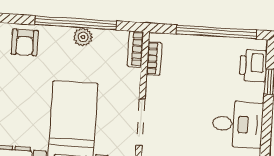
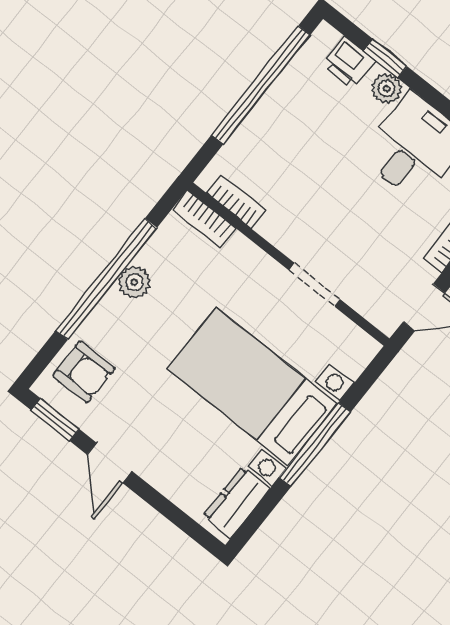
printer: (253, 66) -> (349, 63), width x0.73, depth x0.81
plant: (256, 92) -> (386, 89), added
doorway: (141, 122) -> (315, 285), width x0.73

